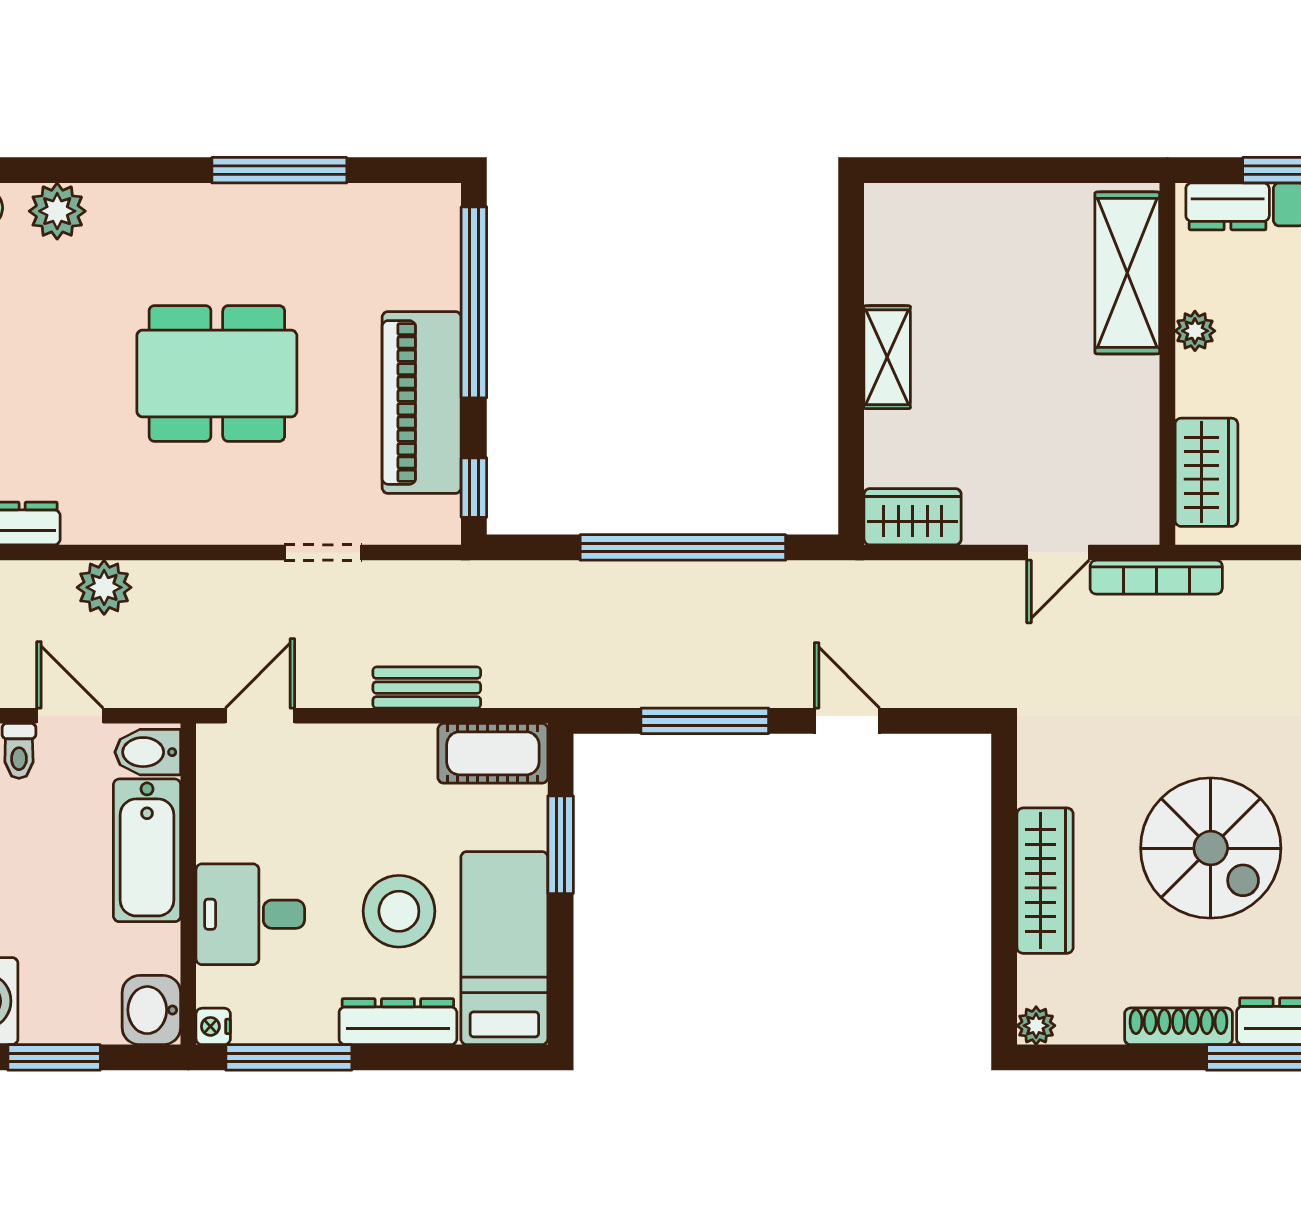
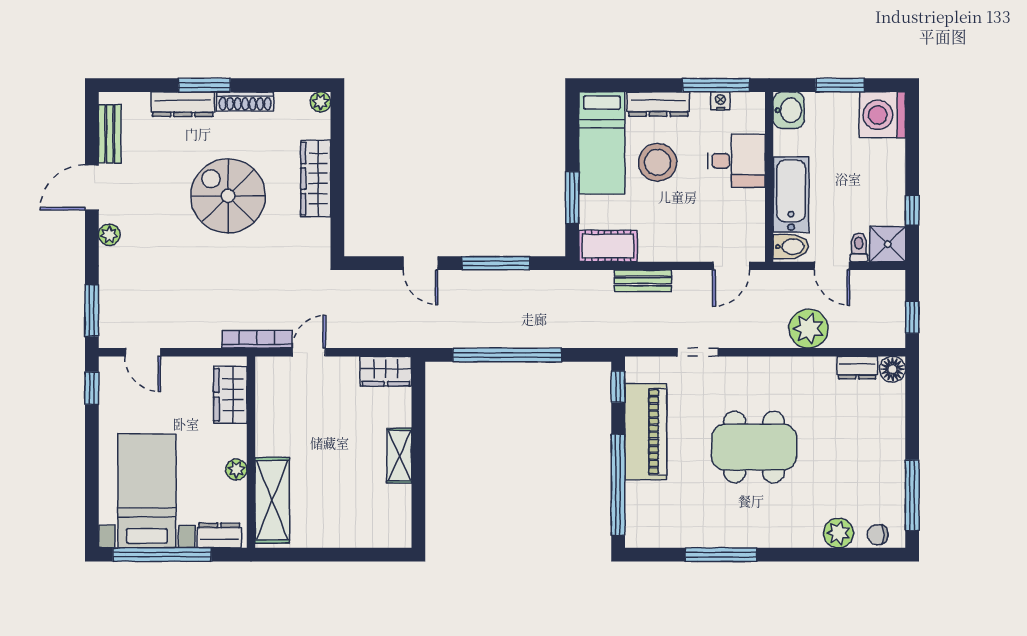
plant: (104, 587) -> (809, 329), width x1.36, depth x1.36
nightstand: (213, 1026) -> (720, 101), moved, turned -90

